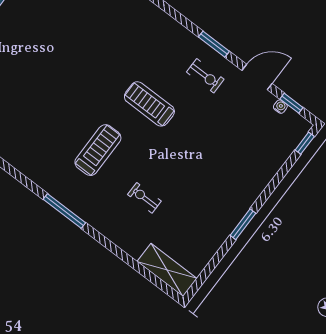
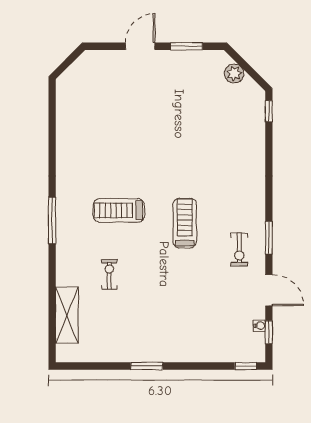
treadmill: (98, 150) -> (119, 210), turned 180
shelving: (167, 270) -> (67, 315), moved

